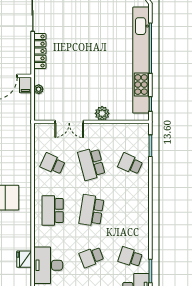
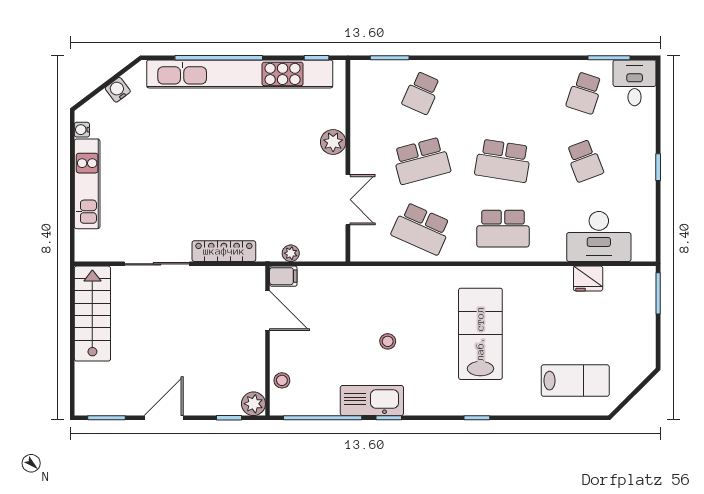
school desk: (53, 164) -> (421, 229), width x1.85

